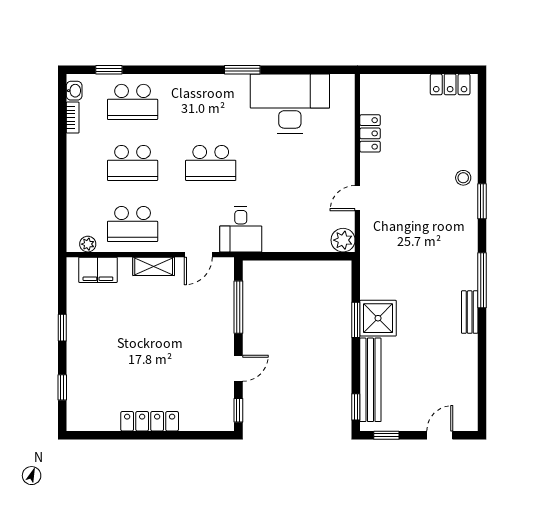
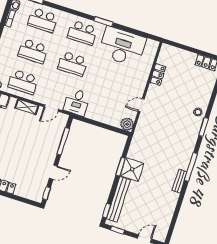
school desk: (211, 102) -> (82, 33), added

